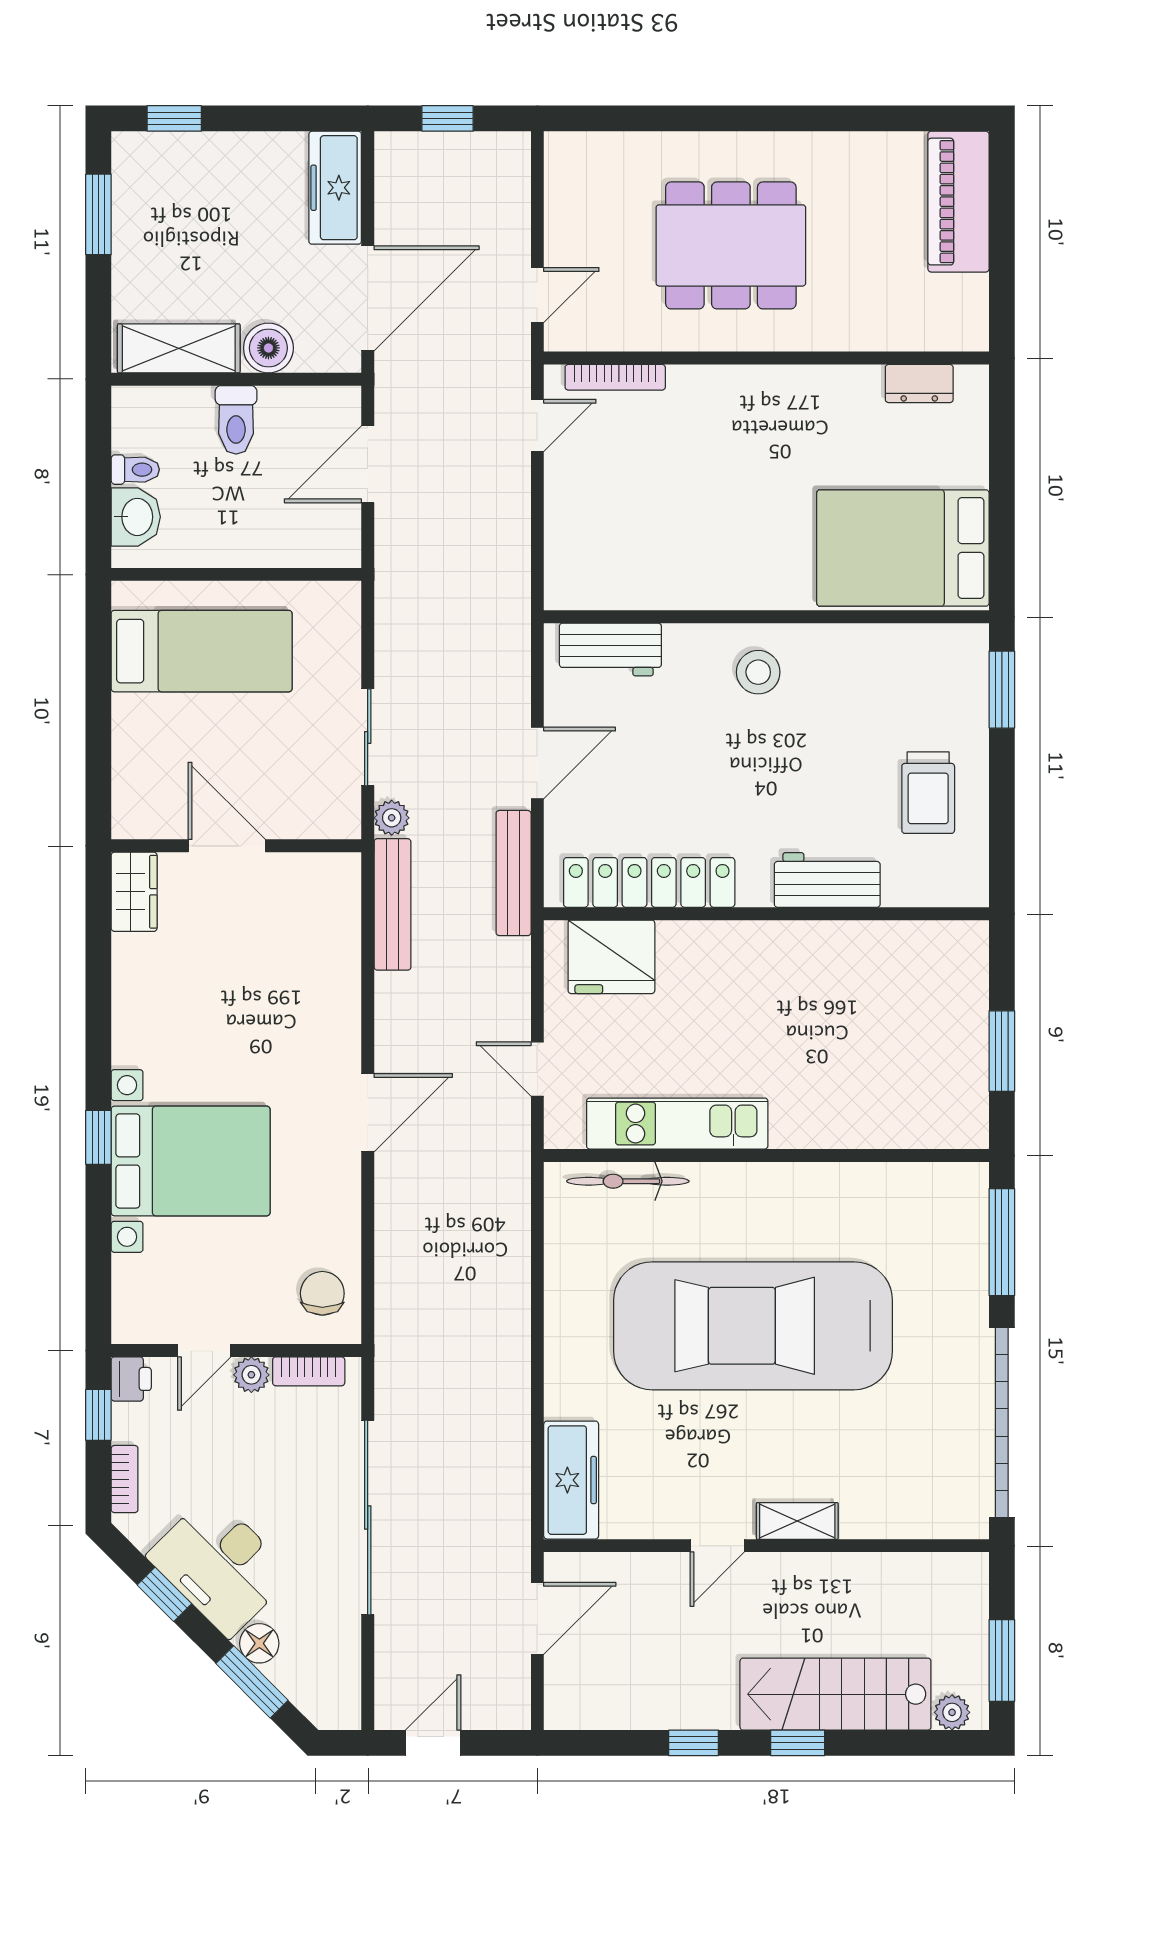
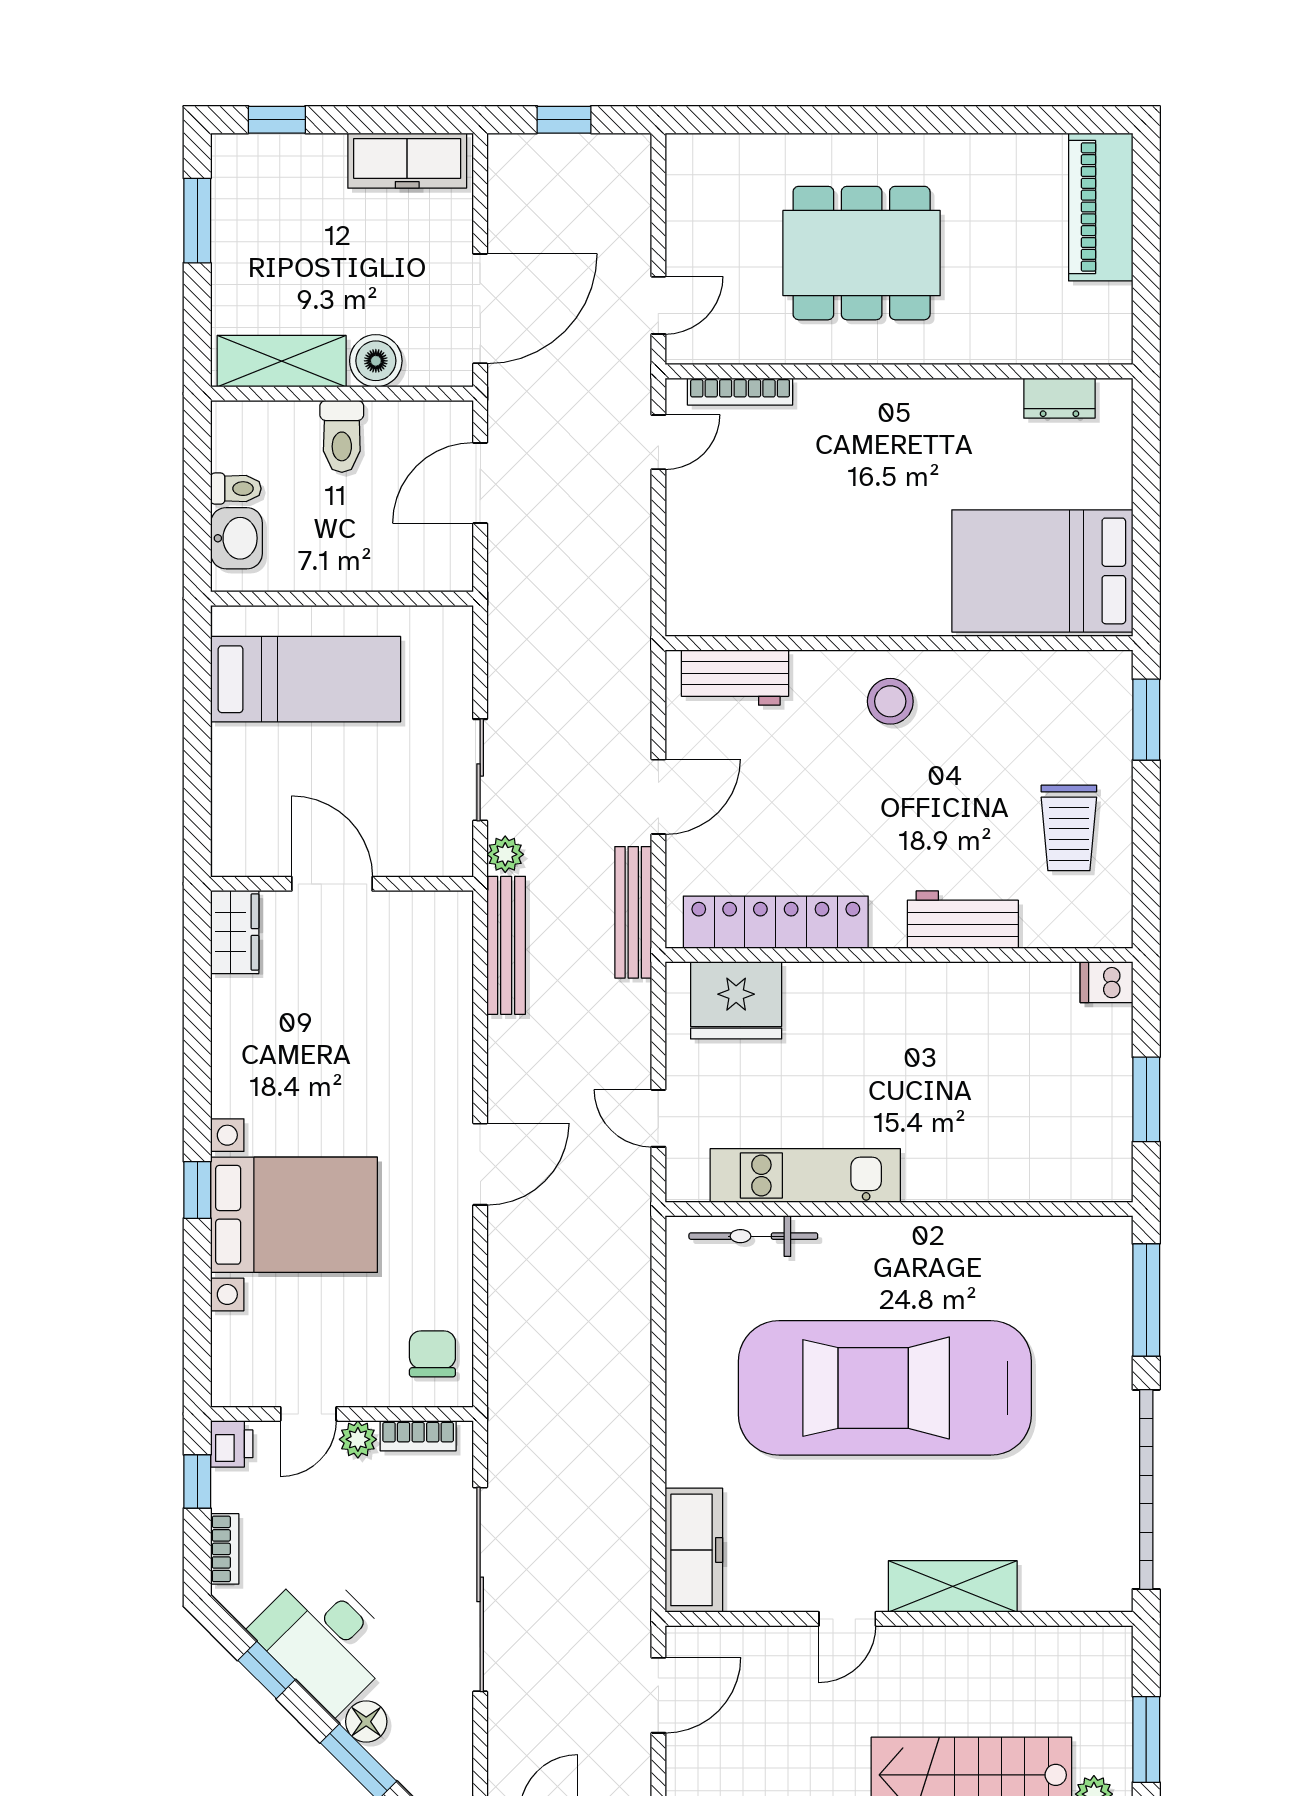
freezer: (335, 188) -> (407, 161), moved, turned -90
dishwasher: (964, 939) -> (1107, 982), added
shelving: (797, 1521) -> (953, 1586), width x1.50, depth x1.33

